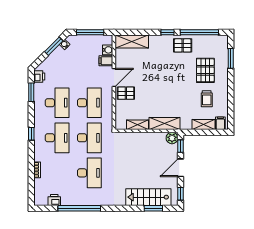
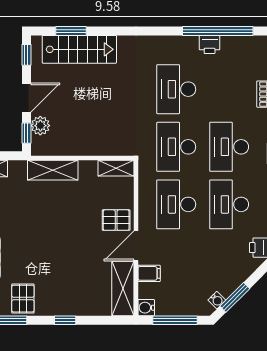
window: (167, 32) -> (65, 320), moved
shelving: (132, 42) -> (123, 288), moved, turned 90
pallet: (183, 45) -> (23, 299), turned 90
water cooler: (108, 50) -> (146, 308), moved
shelving: (138, 125) -> (116, 168), moved
plant: (172, 138) -> (40, 126), moved
printer: (54, 200) -> (210, 45), moved
window: (79, 208) -> (218, 31), moved

